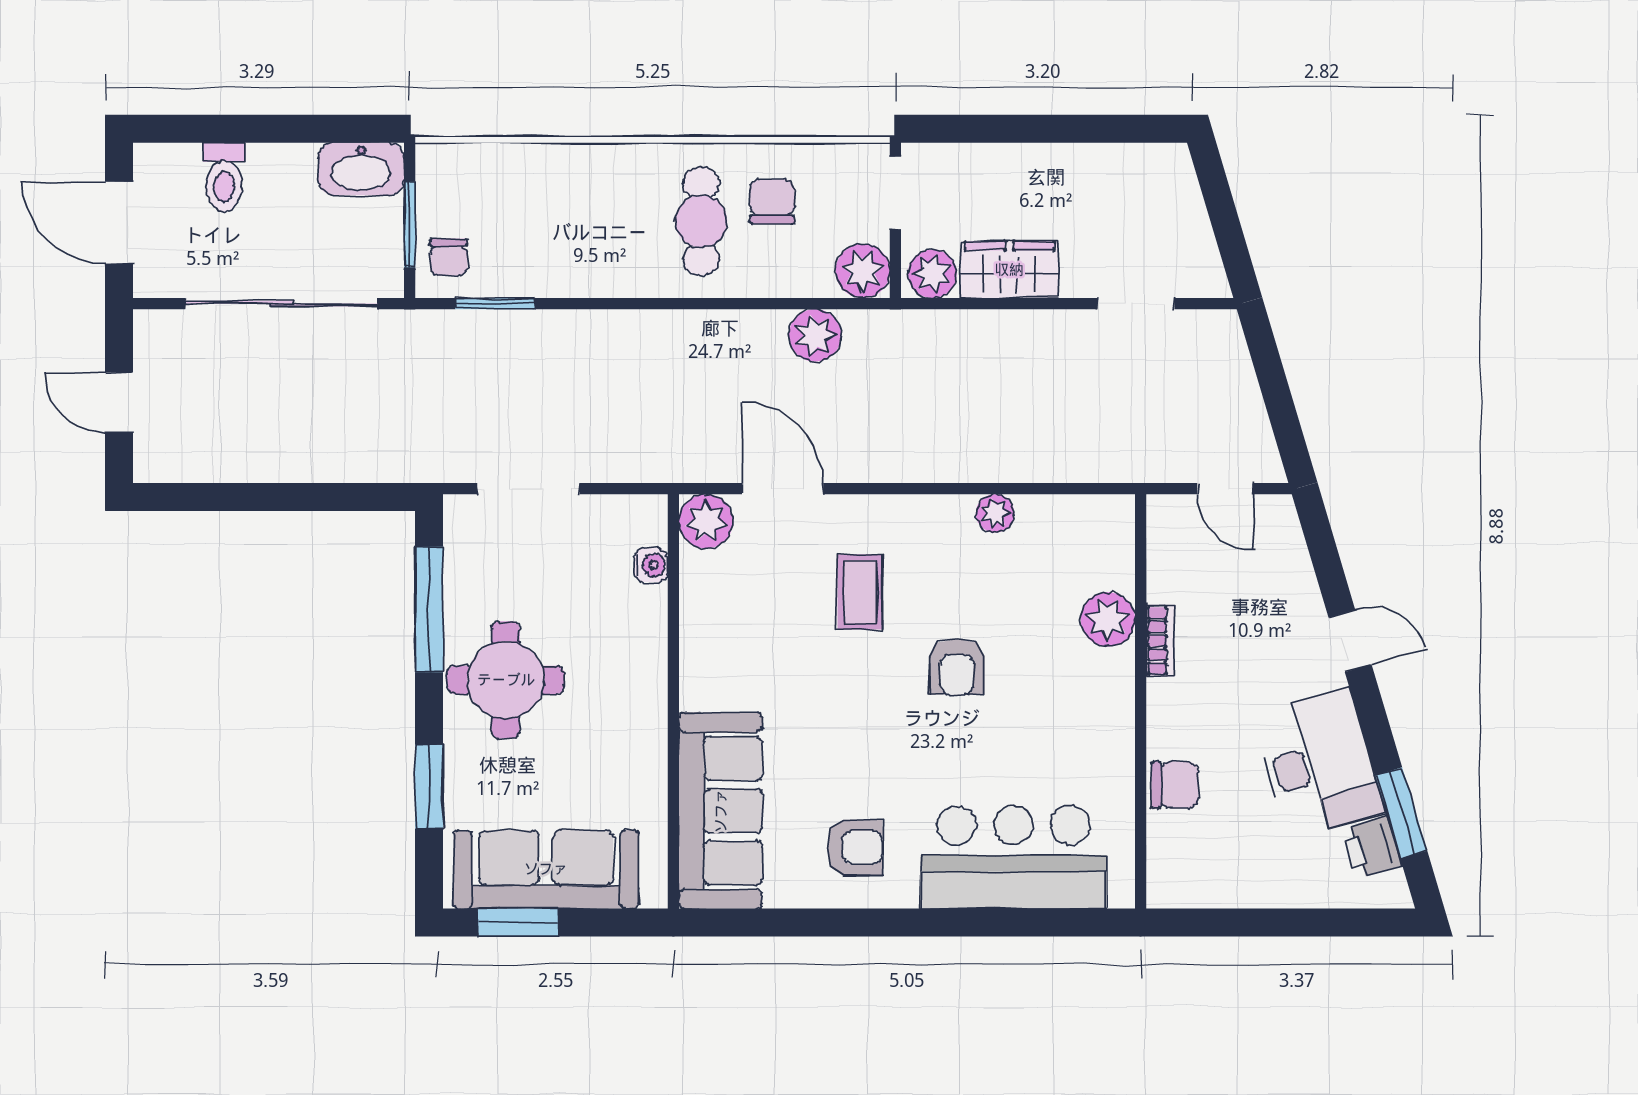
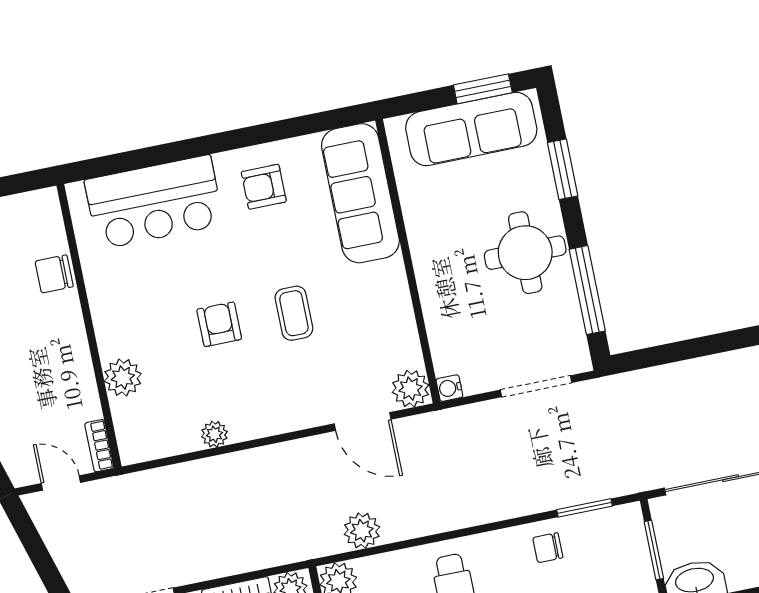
chair: (449, 257) -> (548, 548), moved, turned -90
water cooler: (651, 565) -> (449, 388), moved
coffee table: (860, 592) -> (294, 313), moved
bookcase: (1161, 641) -> (99, 446), moved

